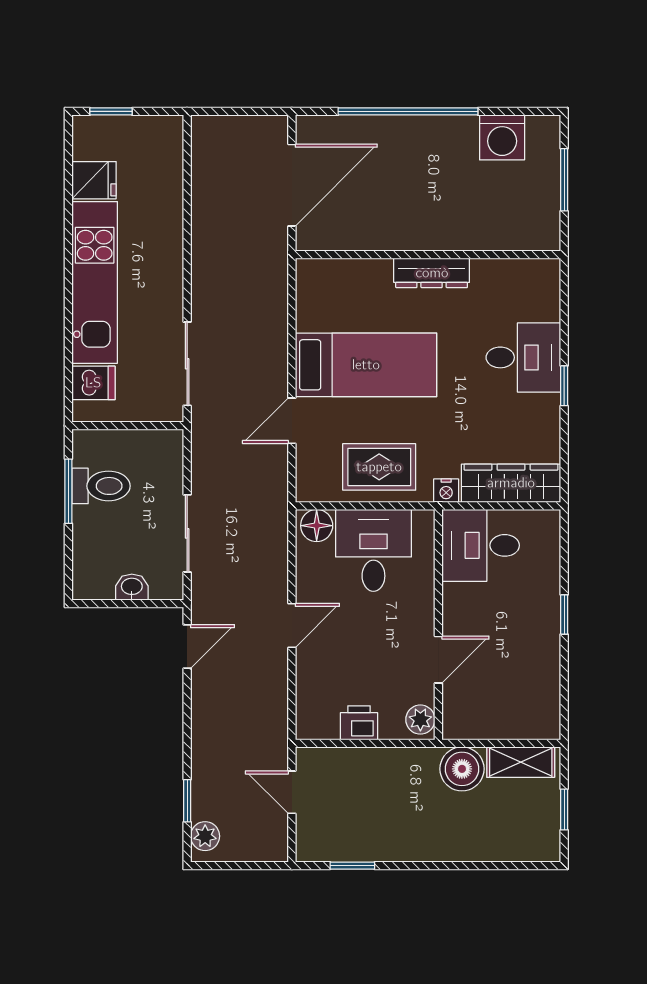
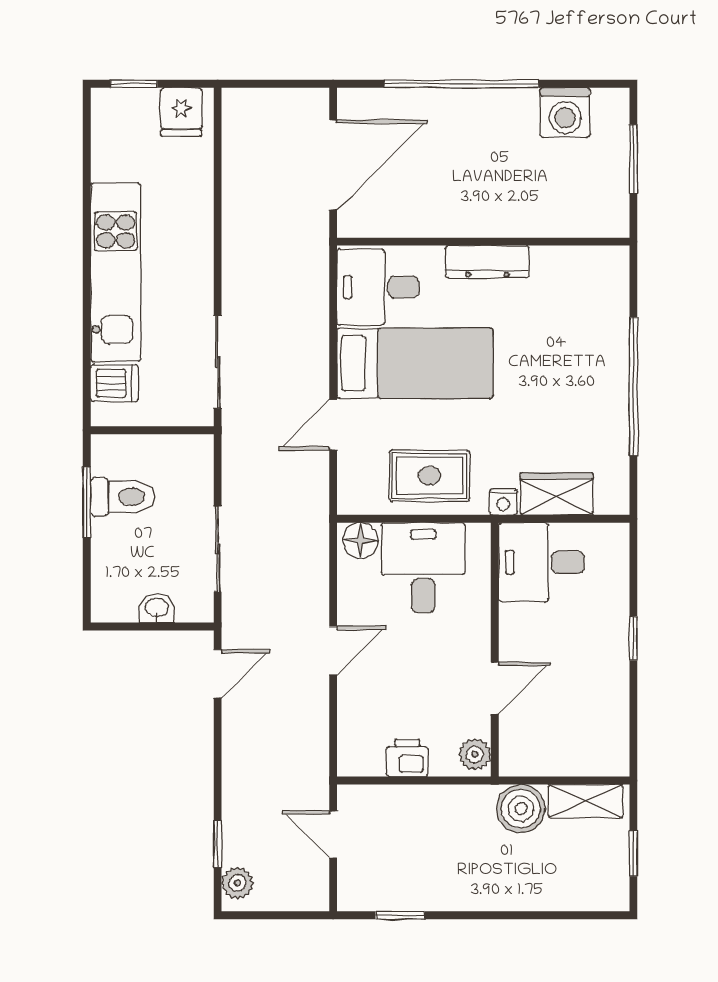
fridge: (94, 180) -> (181, 112), moved, turned 90
desk: (523, 357) -> (378, 287), moved, turned 180
window: (564, 386) -> (633, 386), width x3.17
wardrobe: (511, 483) -> (557, 494), width x0.67

